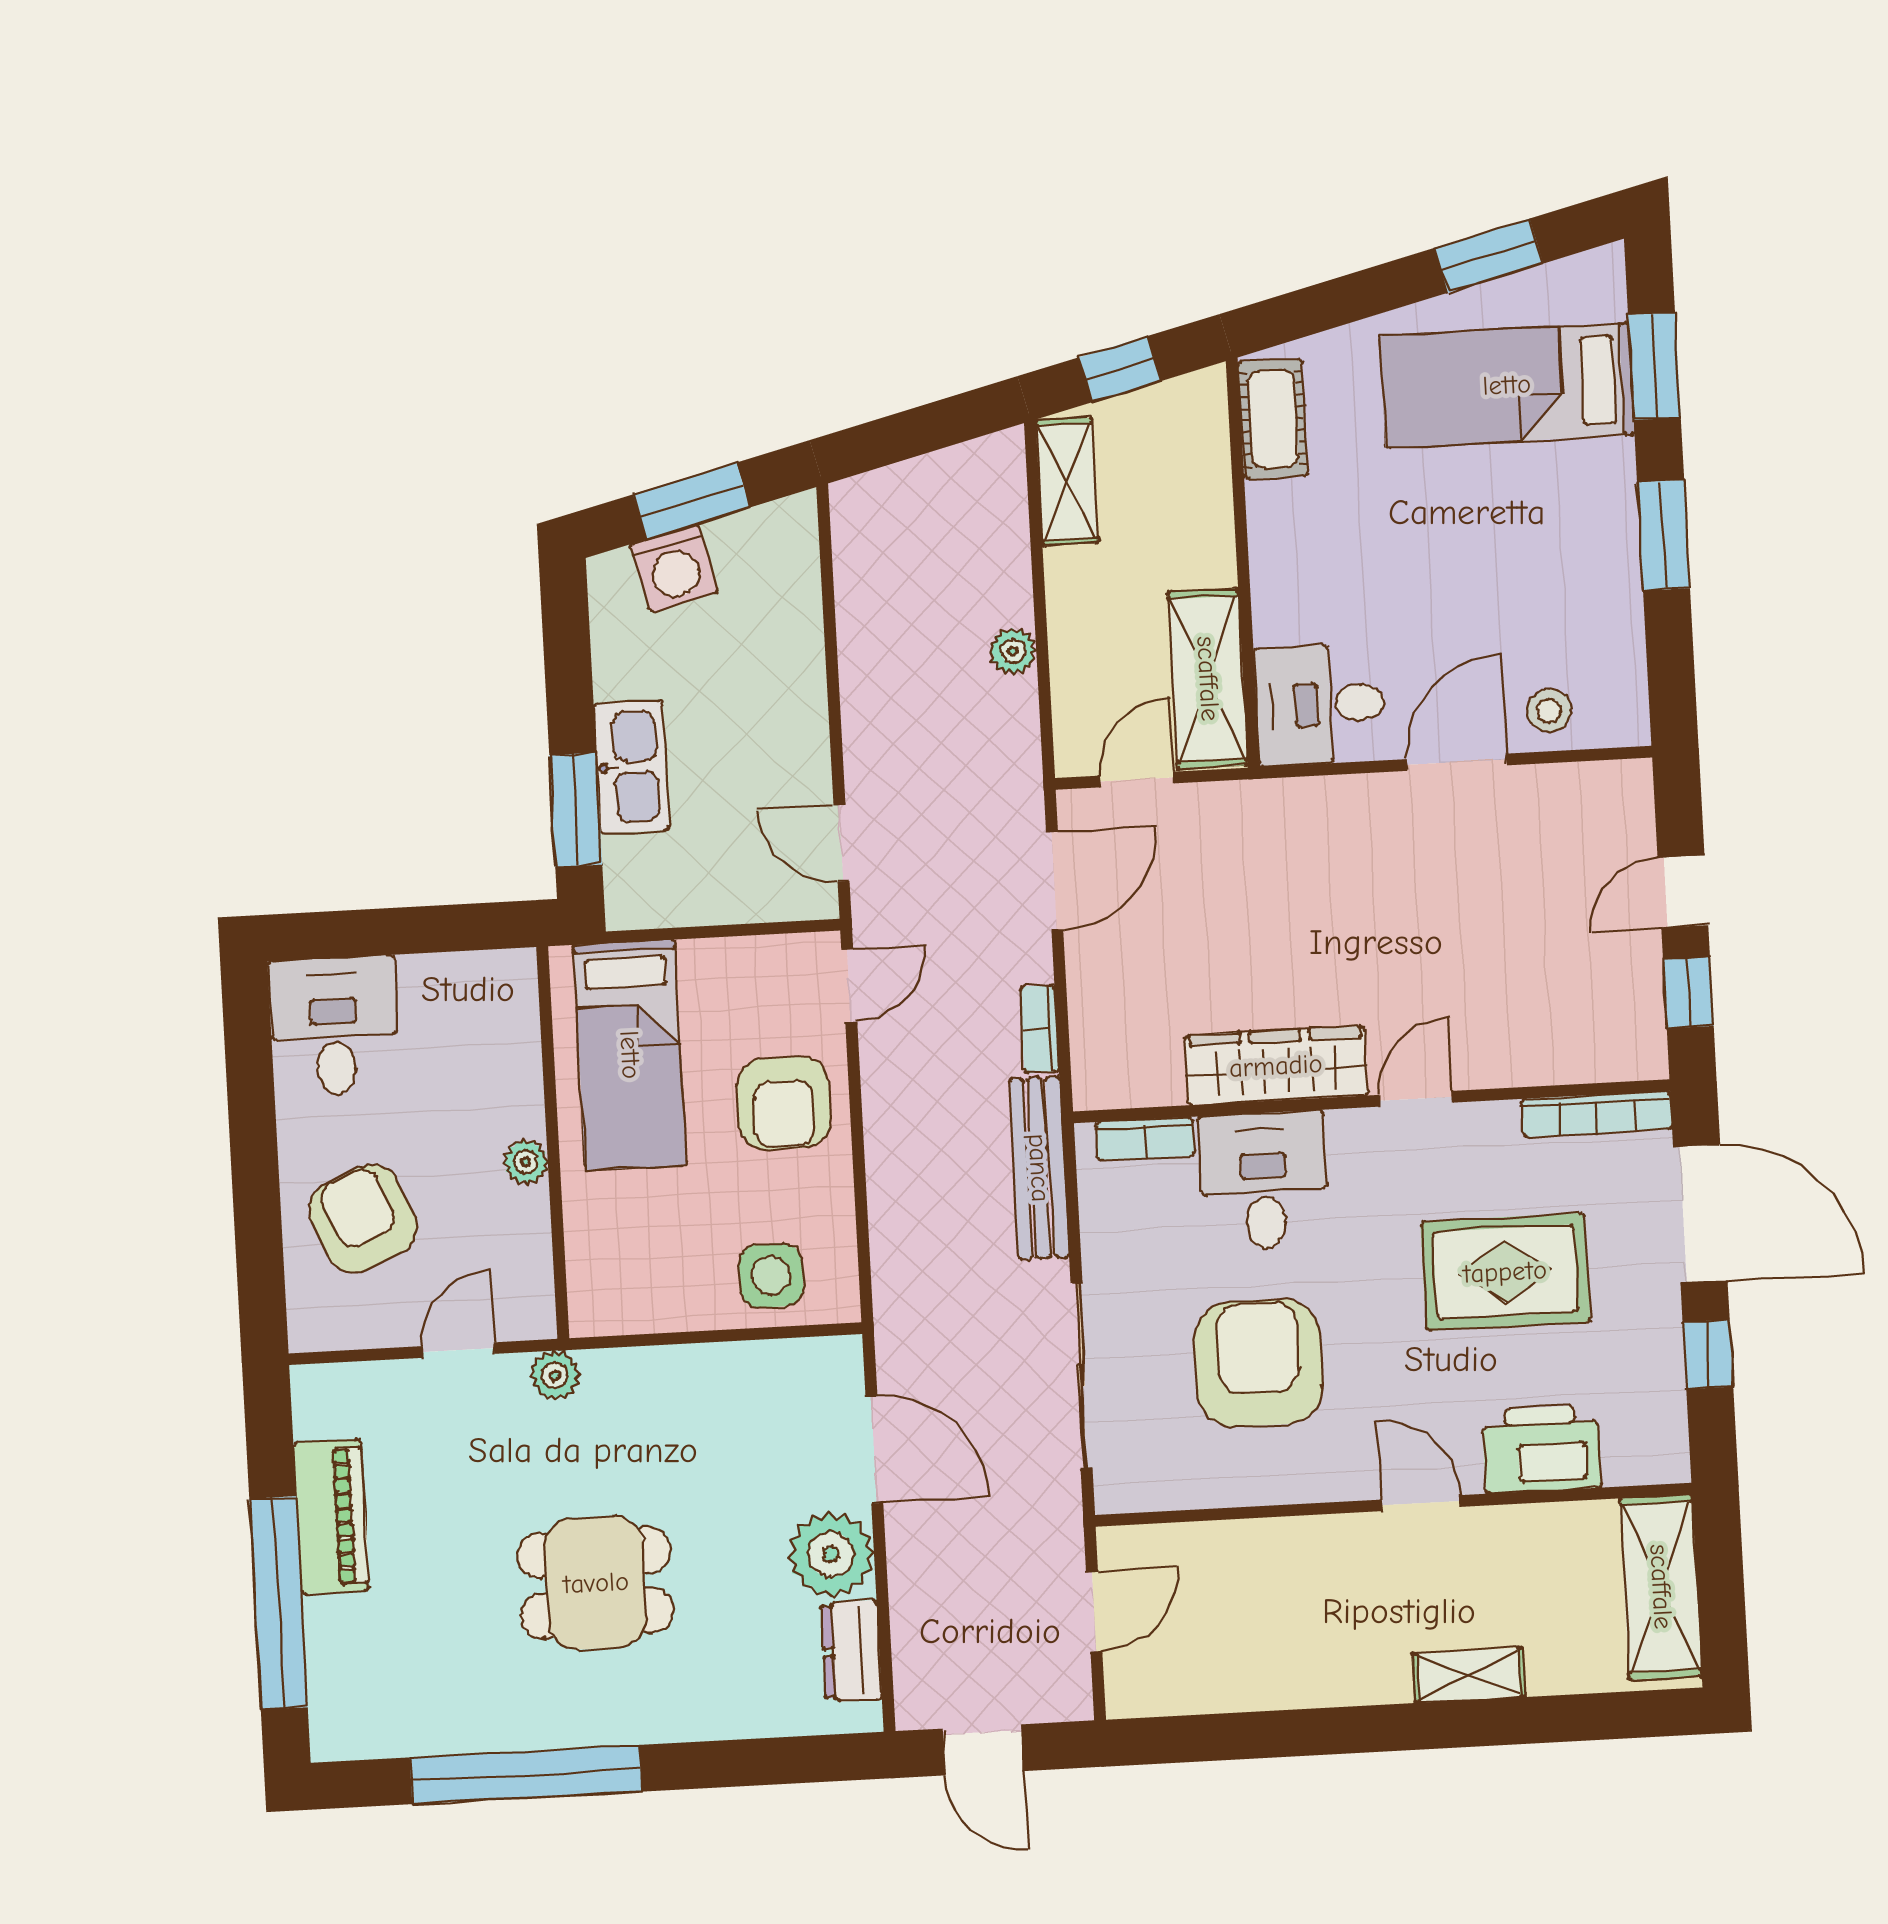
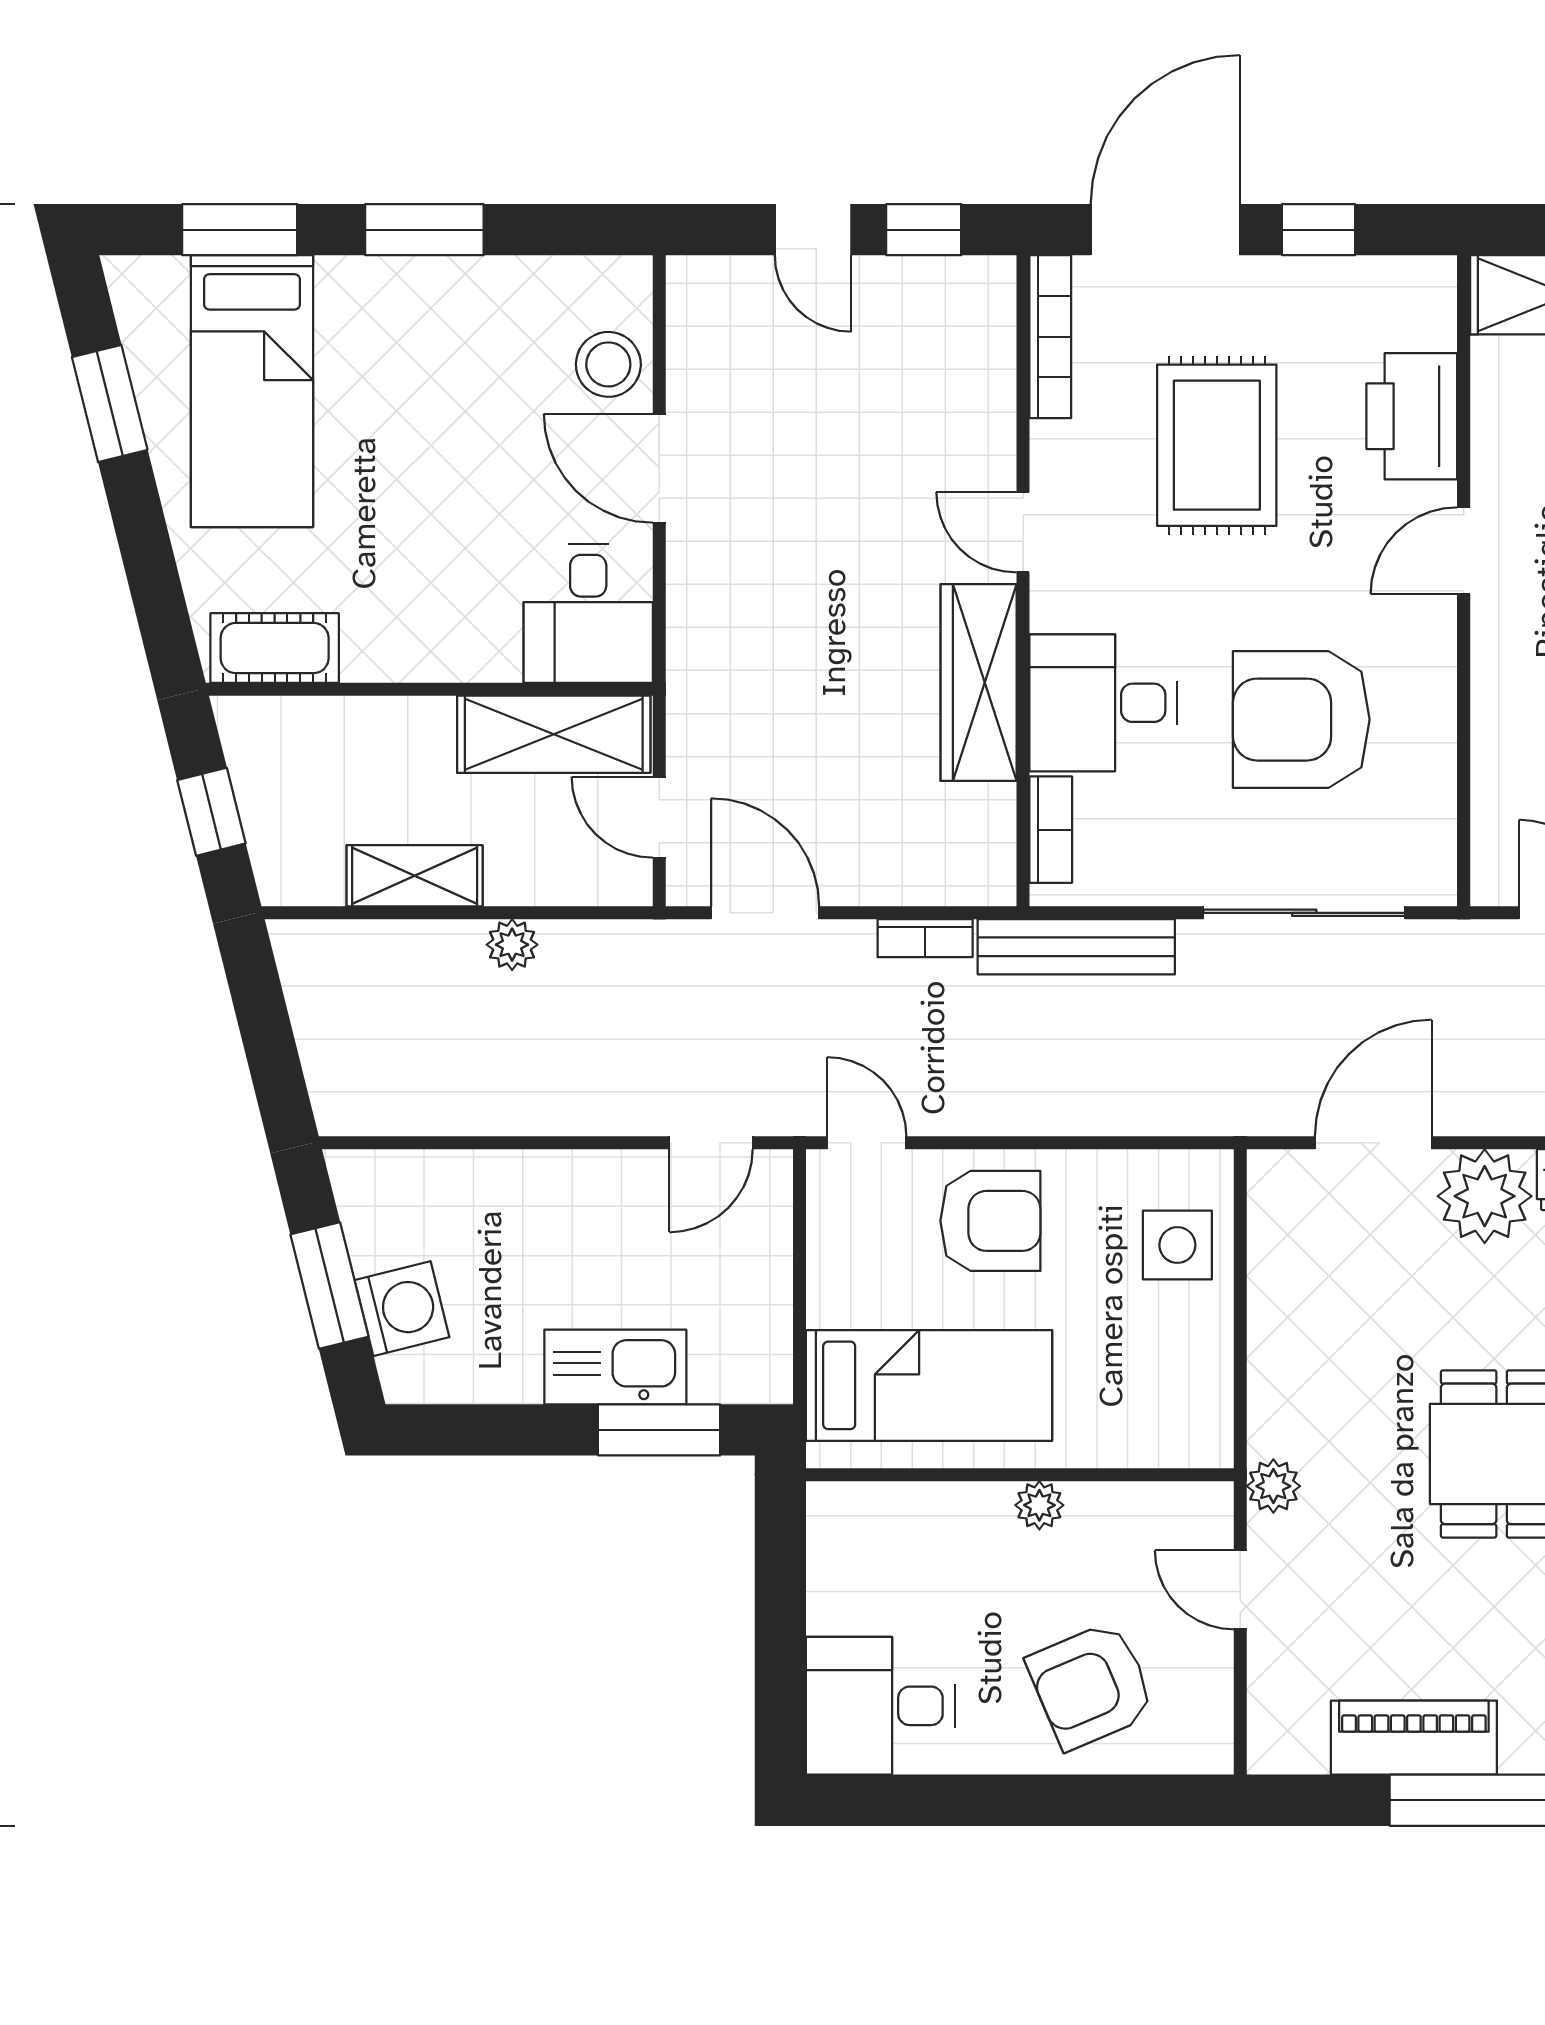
shelving: (1067, 482) -> (415, 876), moved
stool: (1549, 711) -> (608, 364), width x1.37, depth x1.37

